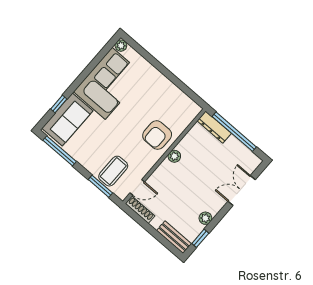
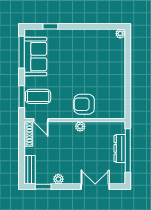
corner sofa: (109, 83) -> (90, 46), removed
sofa: (67, 120) -> (35, 57), moved, turned -90
dresser: (214, 127) -> (120, 148), moved

